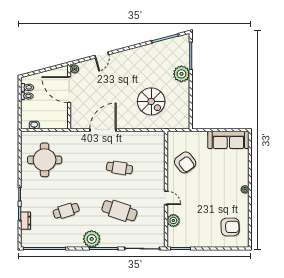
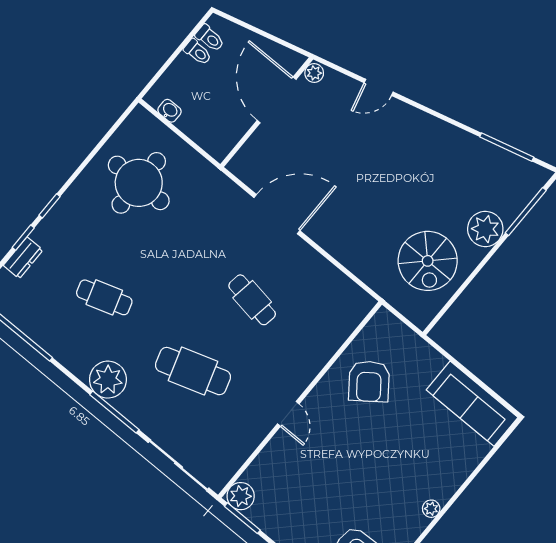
spiral stairs: (151, 101) -> (428, 261), moved
cafe table: (119, 211) -> (193, 371), turned -36
plant: (173, 220) -> (241, 496), moved

